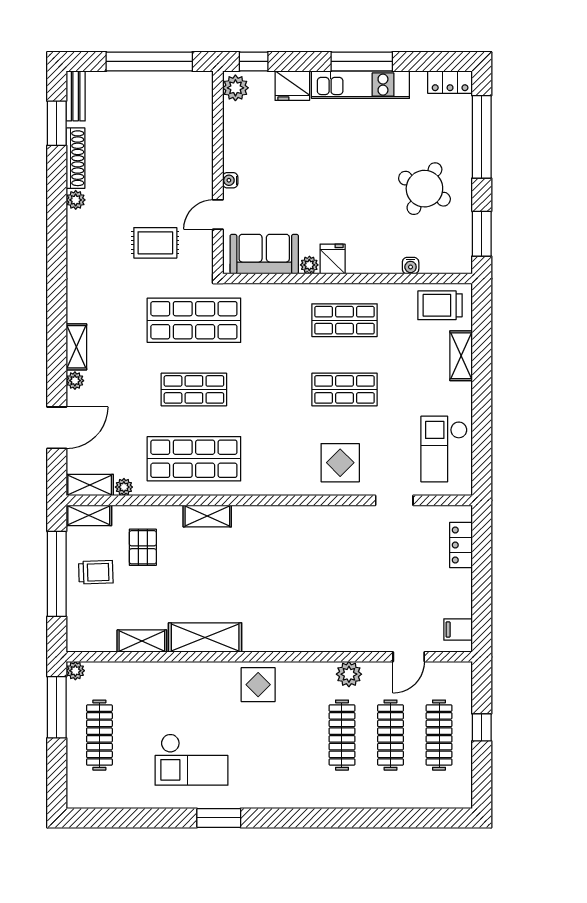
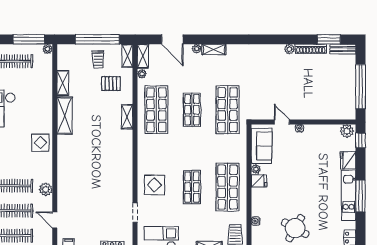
rug: (155, 243) -> (267, 90), removed
shop shelf: (344, 320) -> (228, 187), width x1.43, depth x1.36

